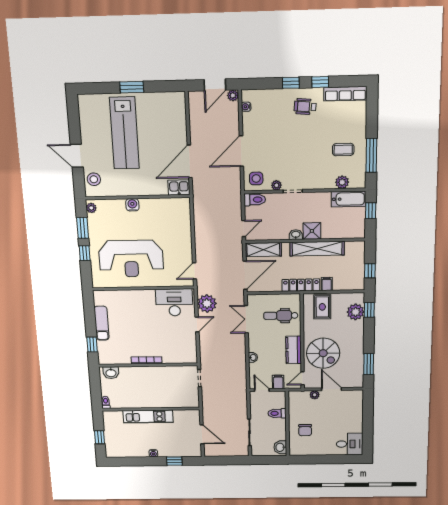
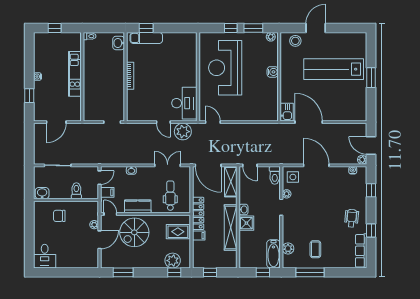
window: (291, 83) -> (371, 190), moved
exam couch: (102, 323) -> (146, 38), moved

